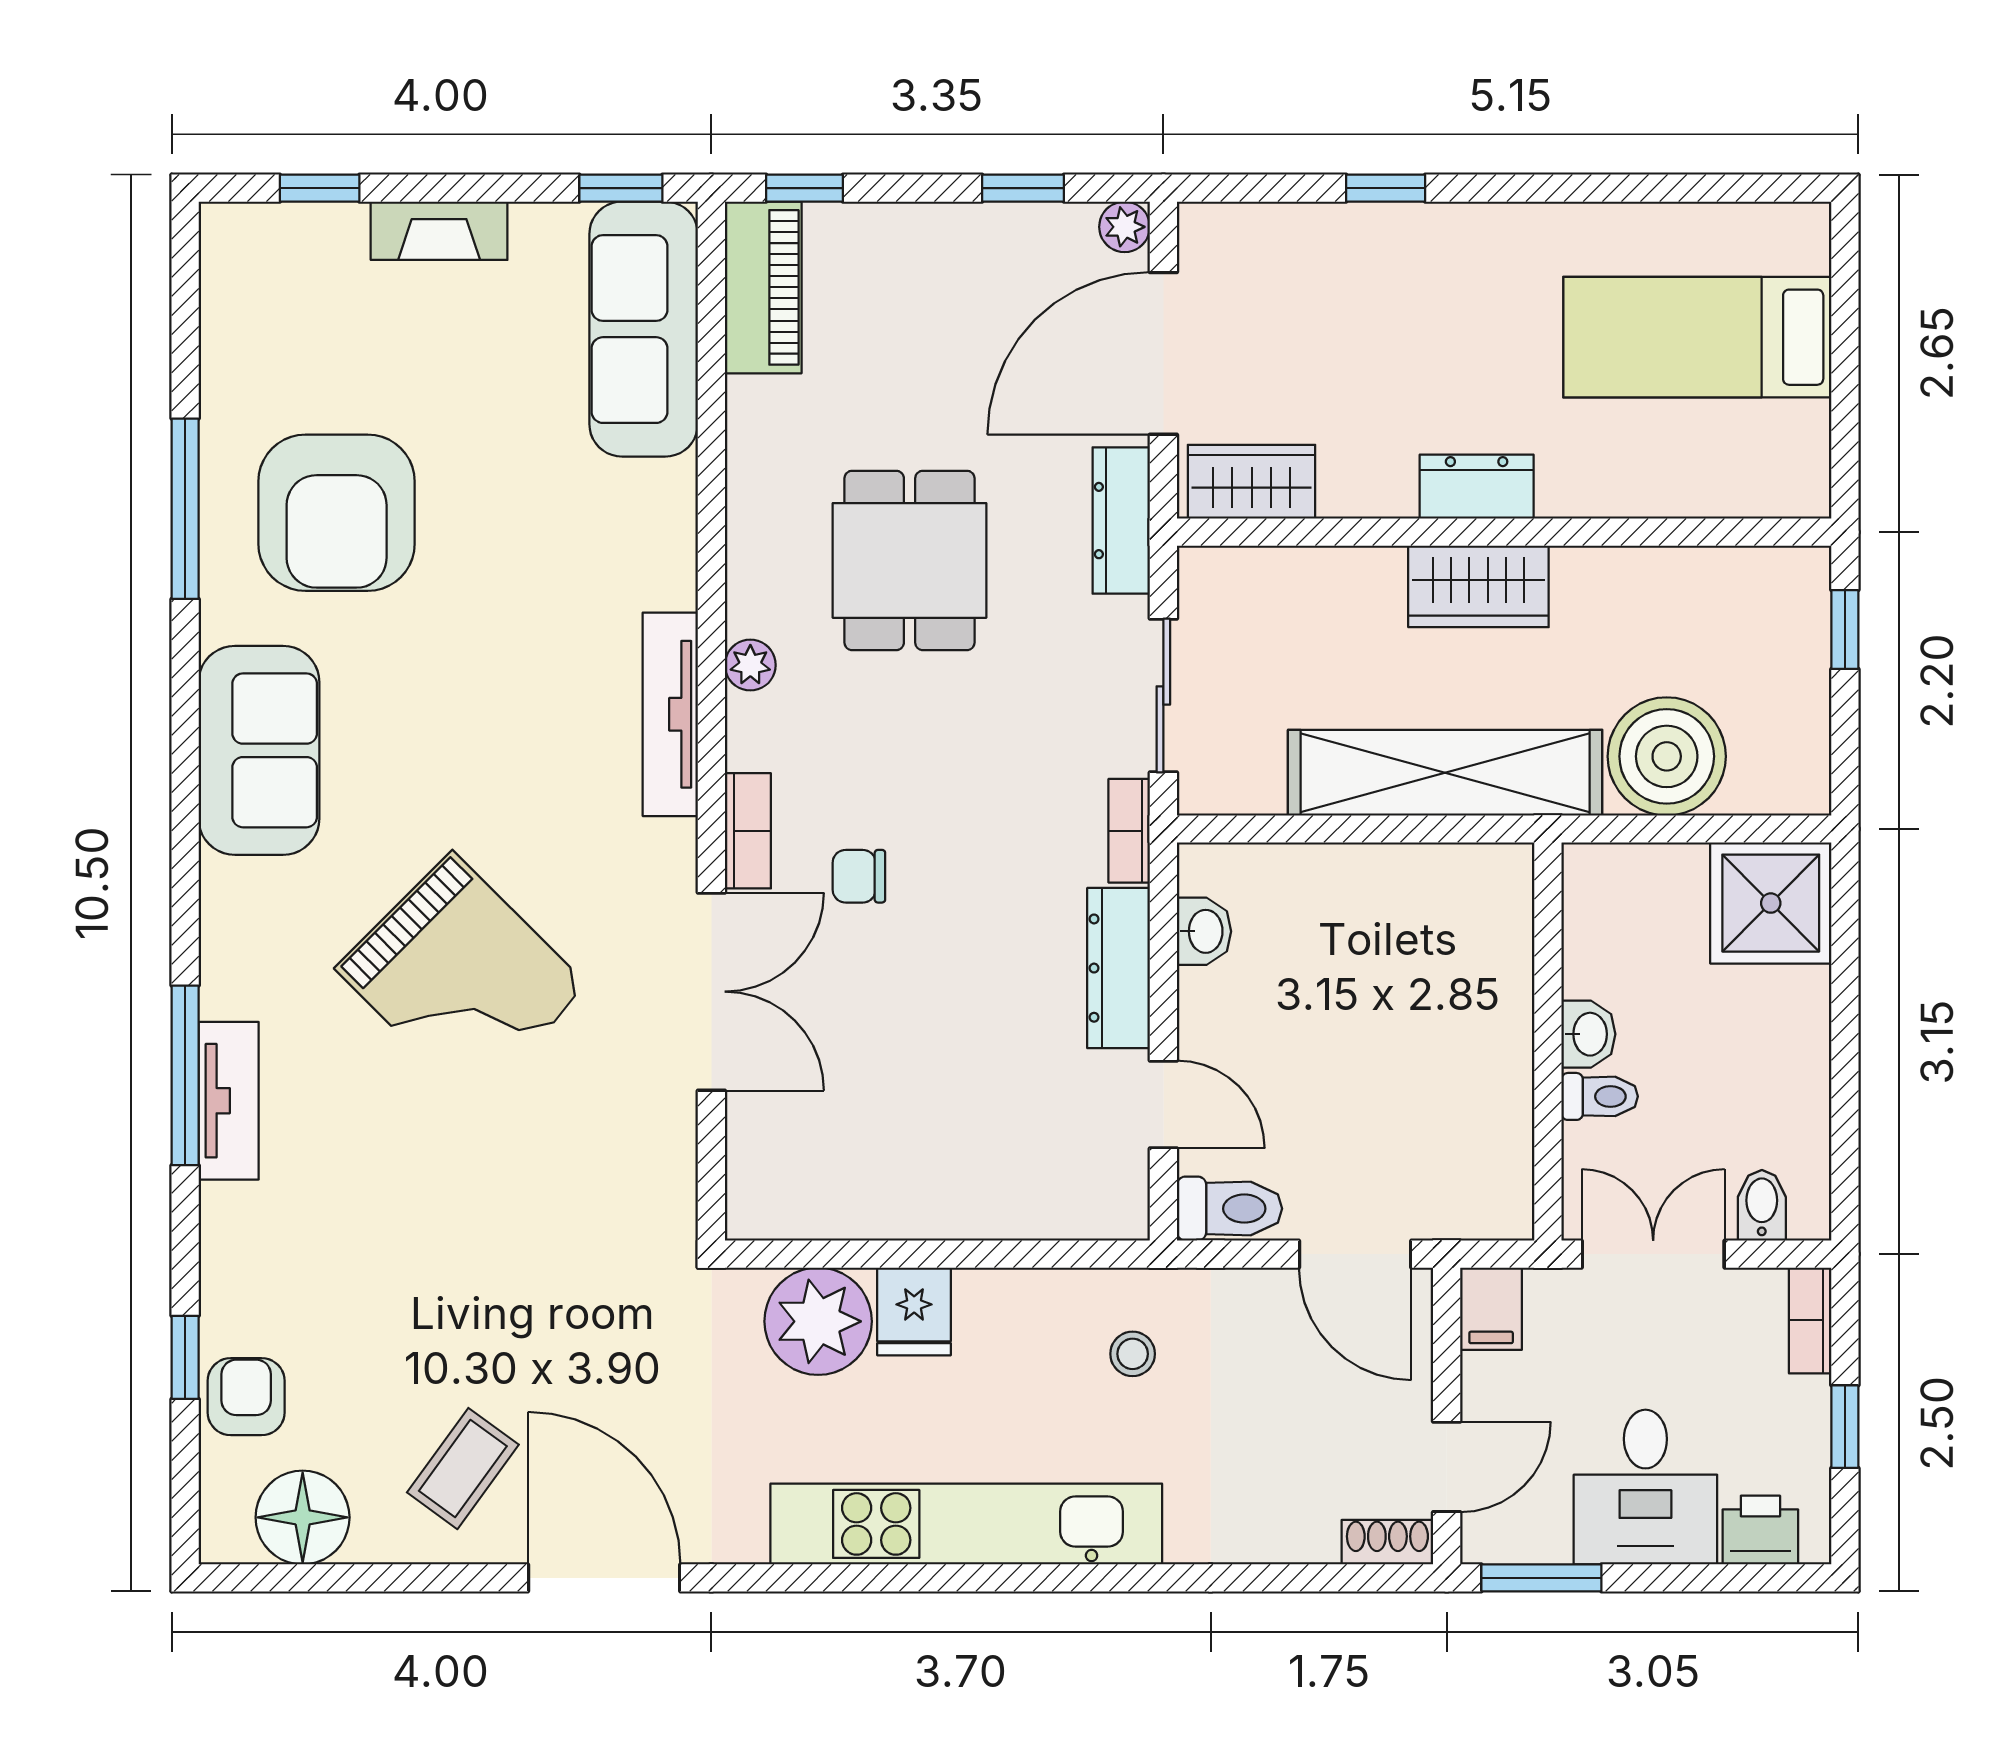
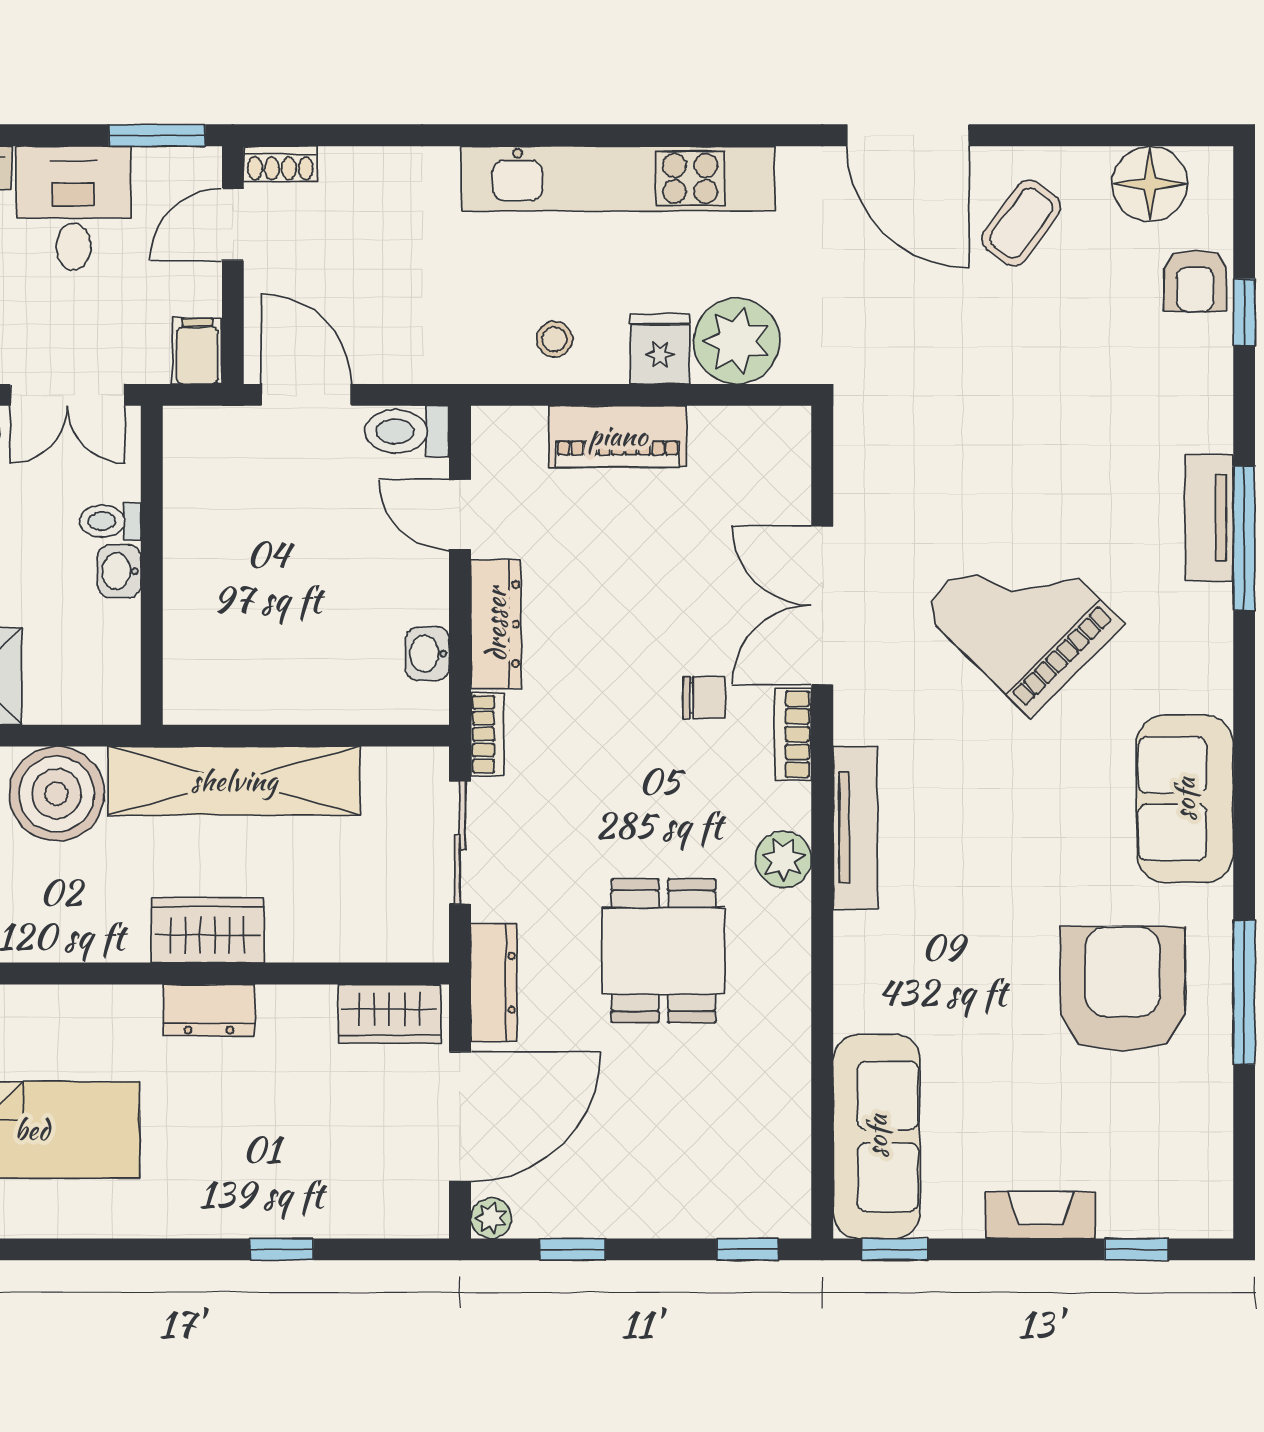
piano: (763, 287) -> (618, 436), moved, turned -90
plant: (750, 665) -> (783, 859), width x1.38, depth x1.38
stool: (1133, 1354) -> (554, 339), moved

